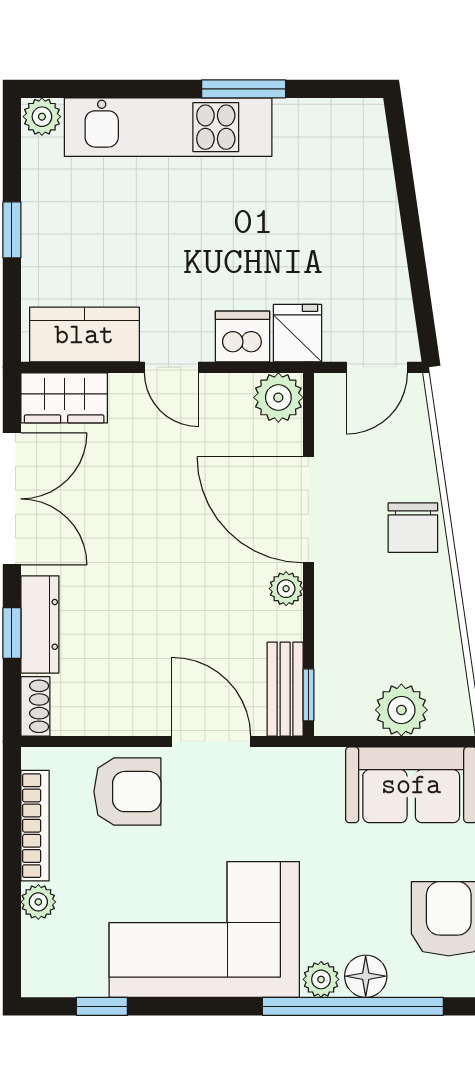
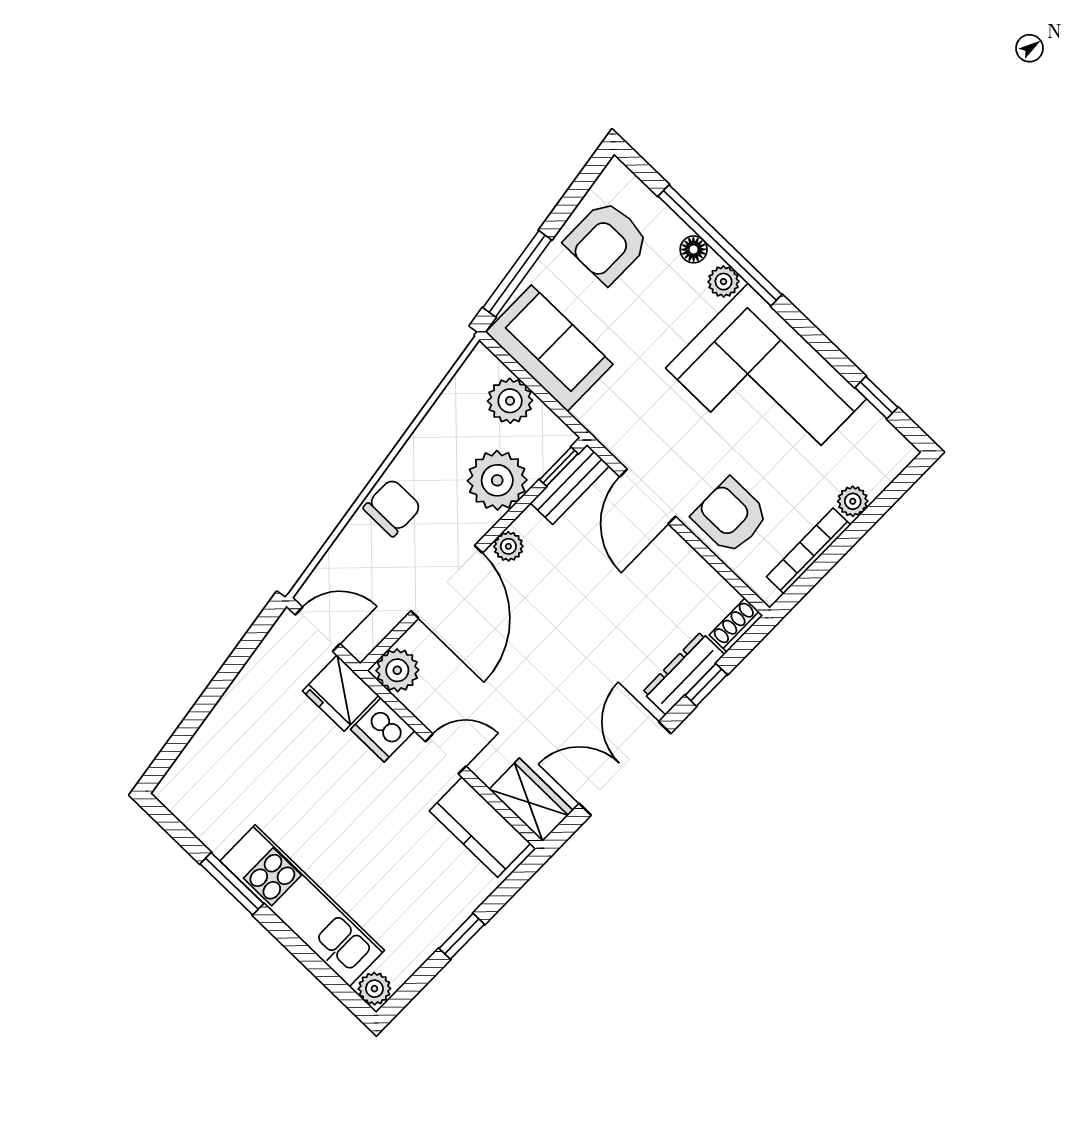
fridge: (297, 333) -> (341, 693), width x1.38
door: (171, 367) -> (446, 754), hinge flipped
plant: (348, 634) -> (497, 480), added
floor lamp: (366, 976) -> (694, 249), width x0.73, depth x0.73

